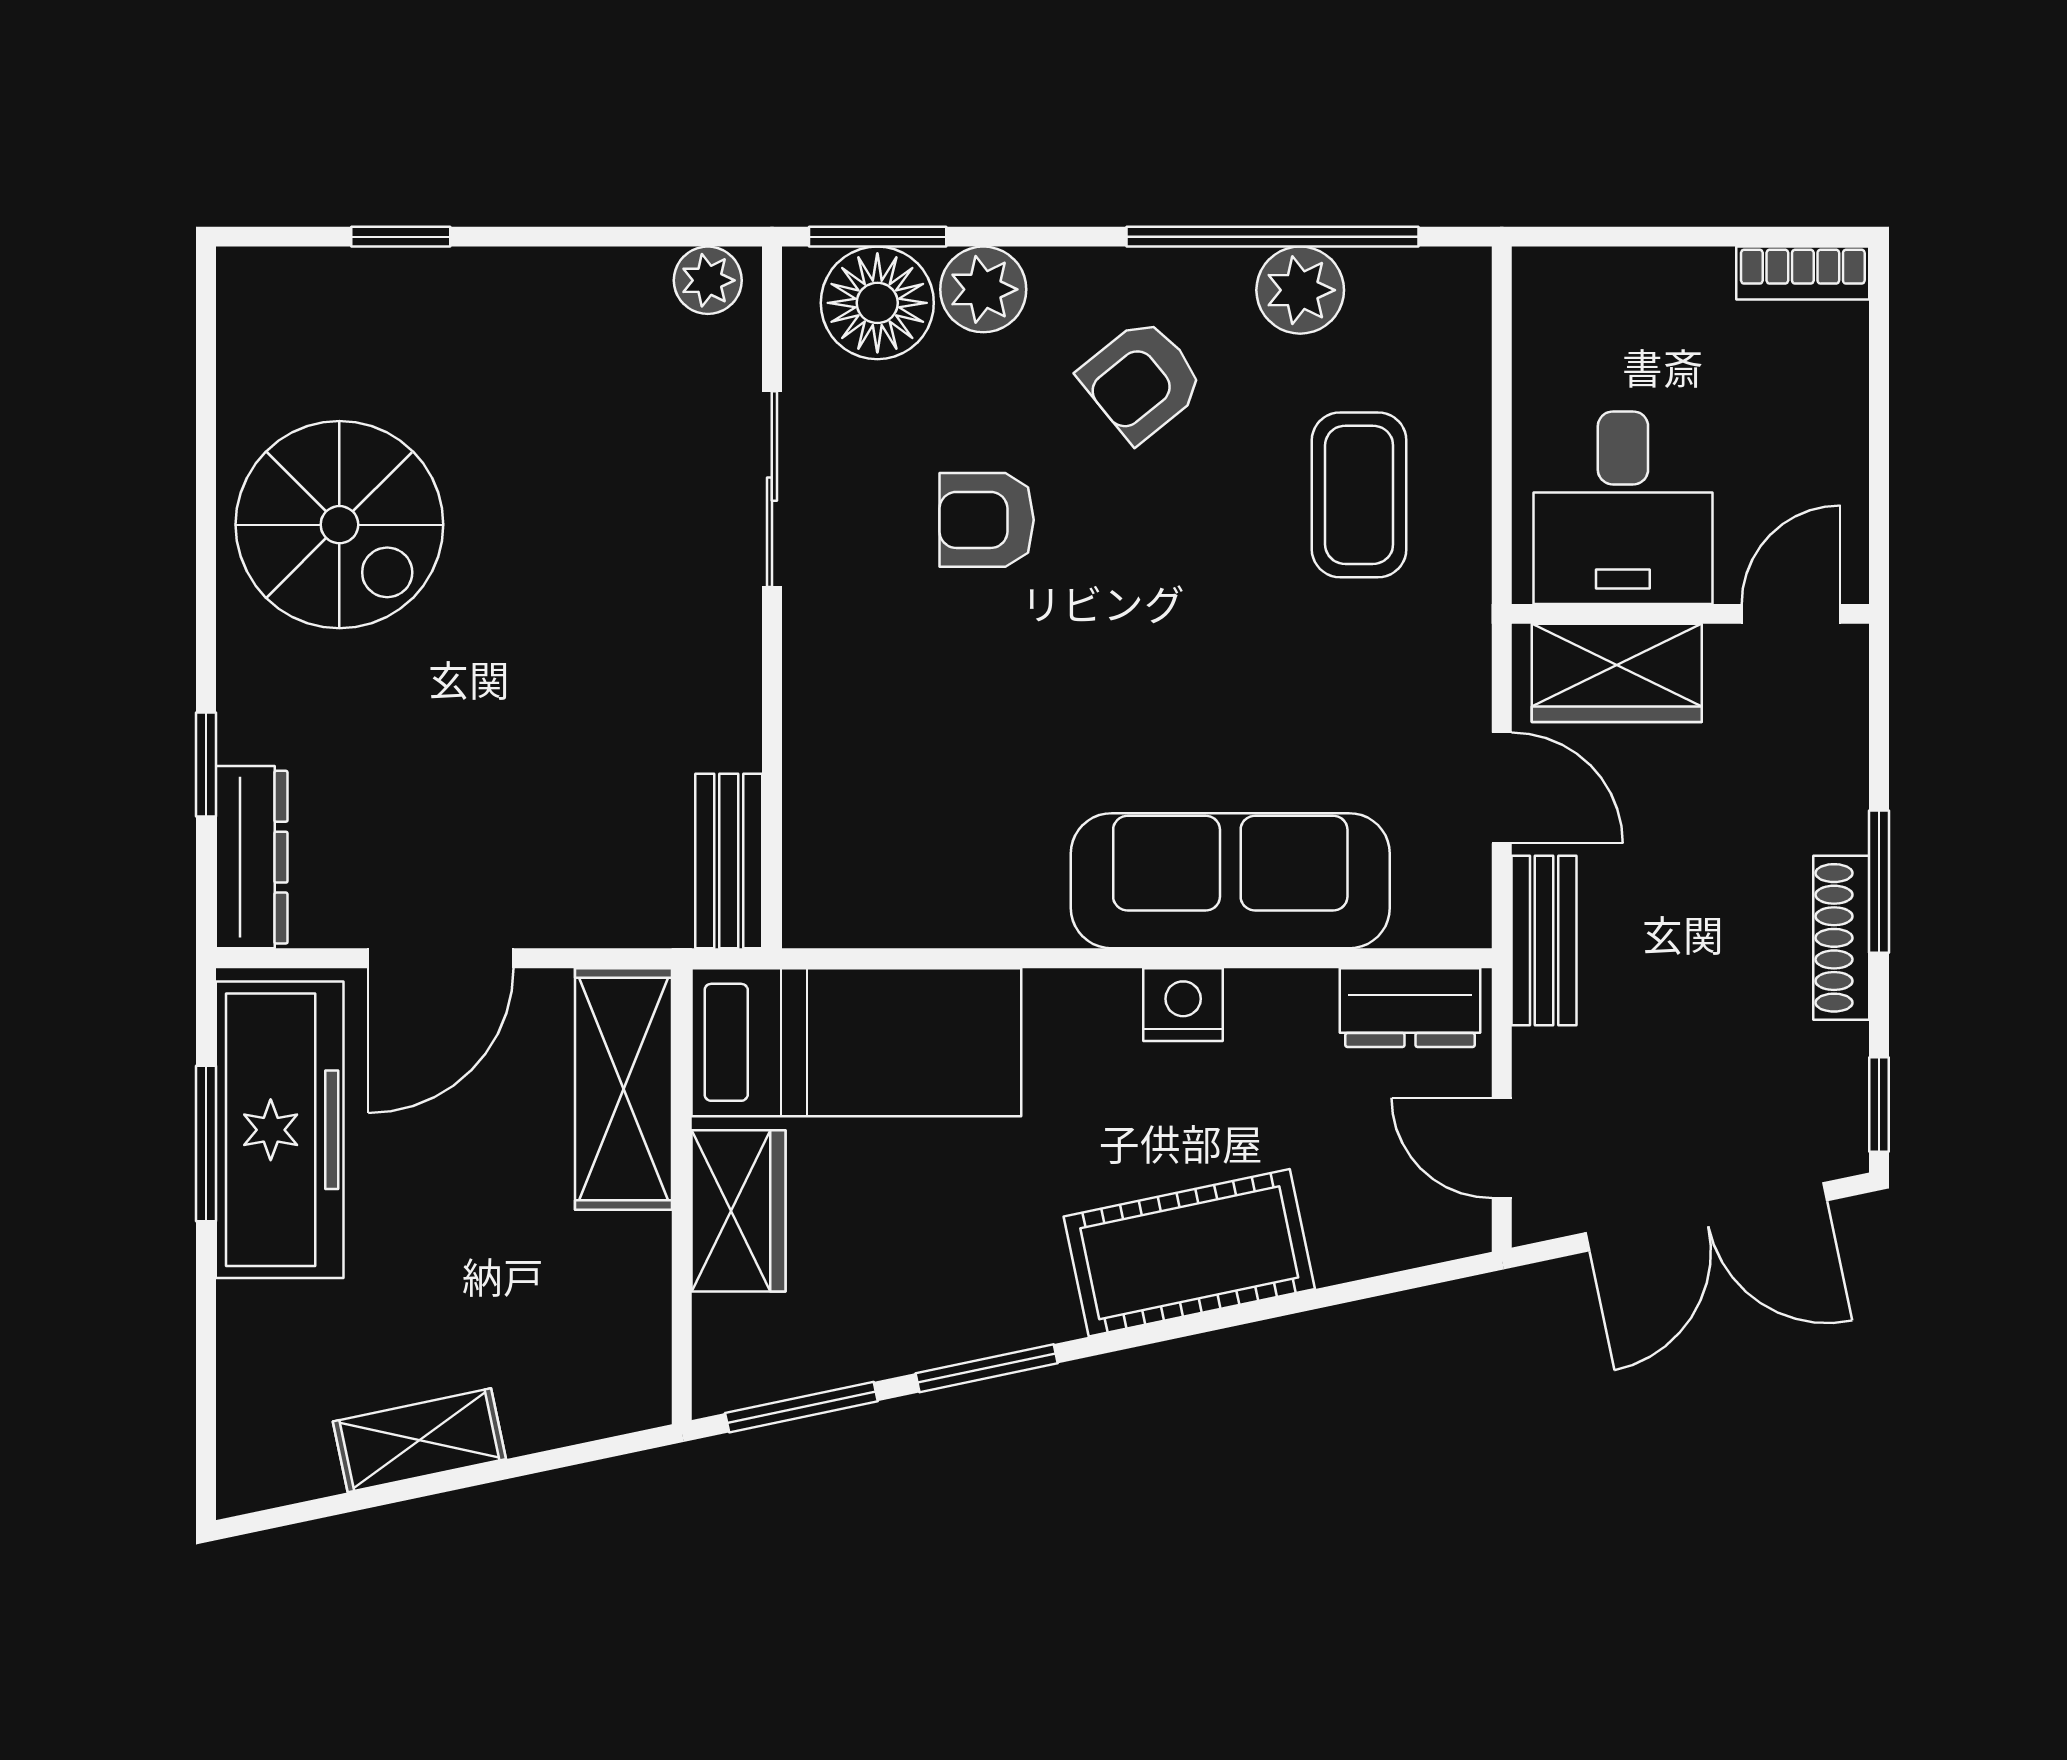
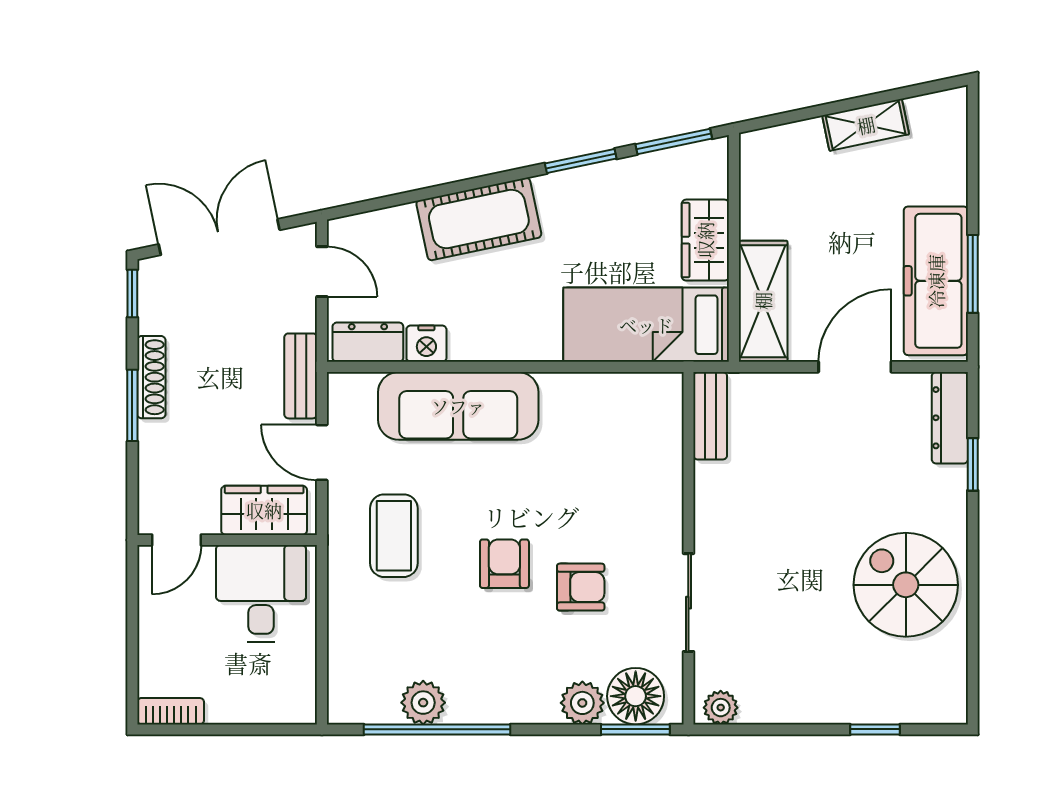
armchair: (1142, 380) -> (504, 564), moved, turned -51
coffee table: (1359, 495) -> (394, 536), moved
nightstand: (1183, 1005) -> (426, 344), moved

